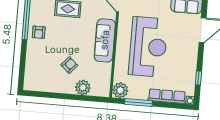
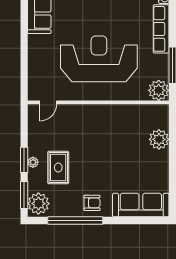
sofa: (105, 40) -> (141, 205), moved, turned 180
armchair: (69, 65) -> (131, 159), removed

